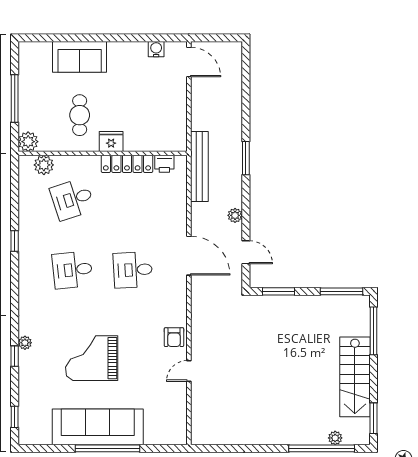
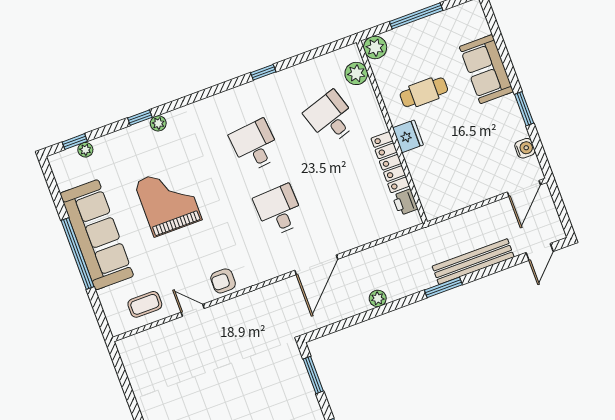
window: (124, 38) -> (524, 109), added
bench: (199, 166) -> (473, 262), moved
door: (246, 252) -> (540, 252), moved
coffee table: (170, 408) -> (145, 304), added
plant: (25, 411) -> (85, 150), added

